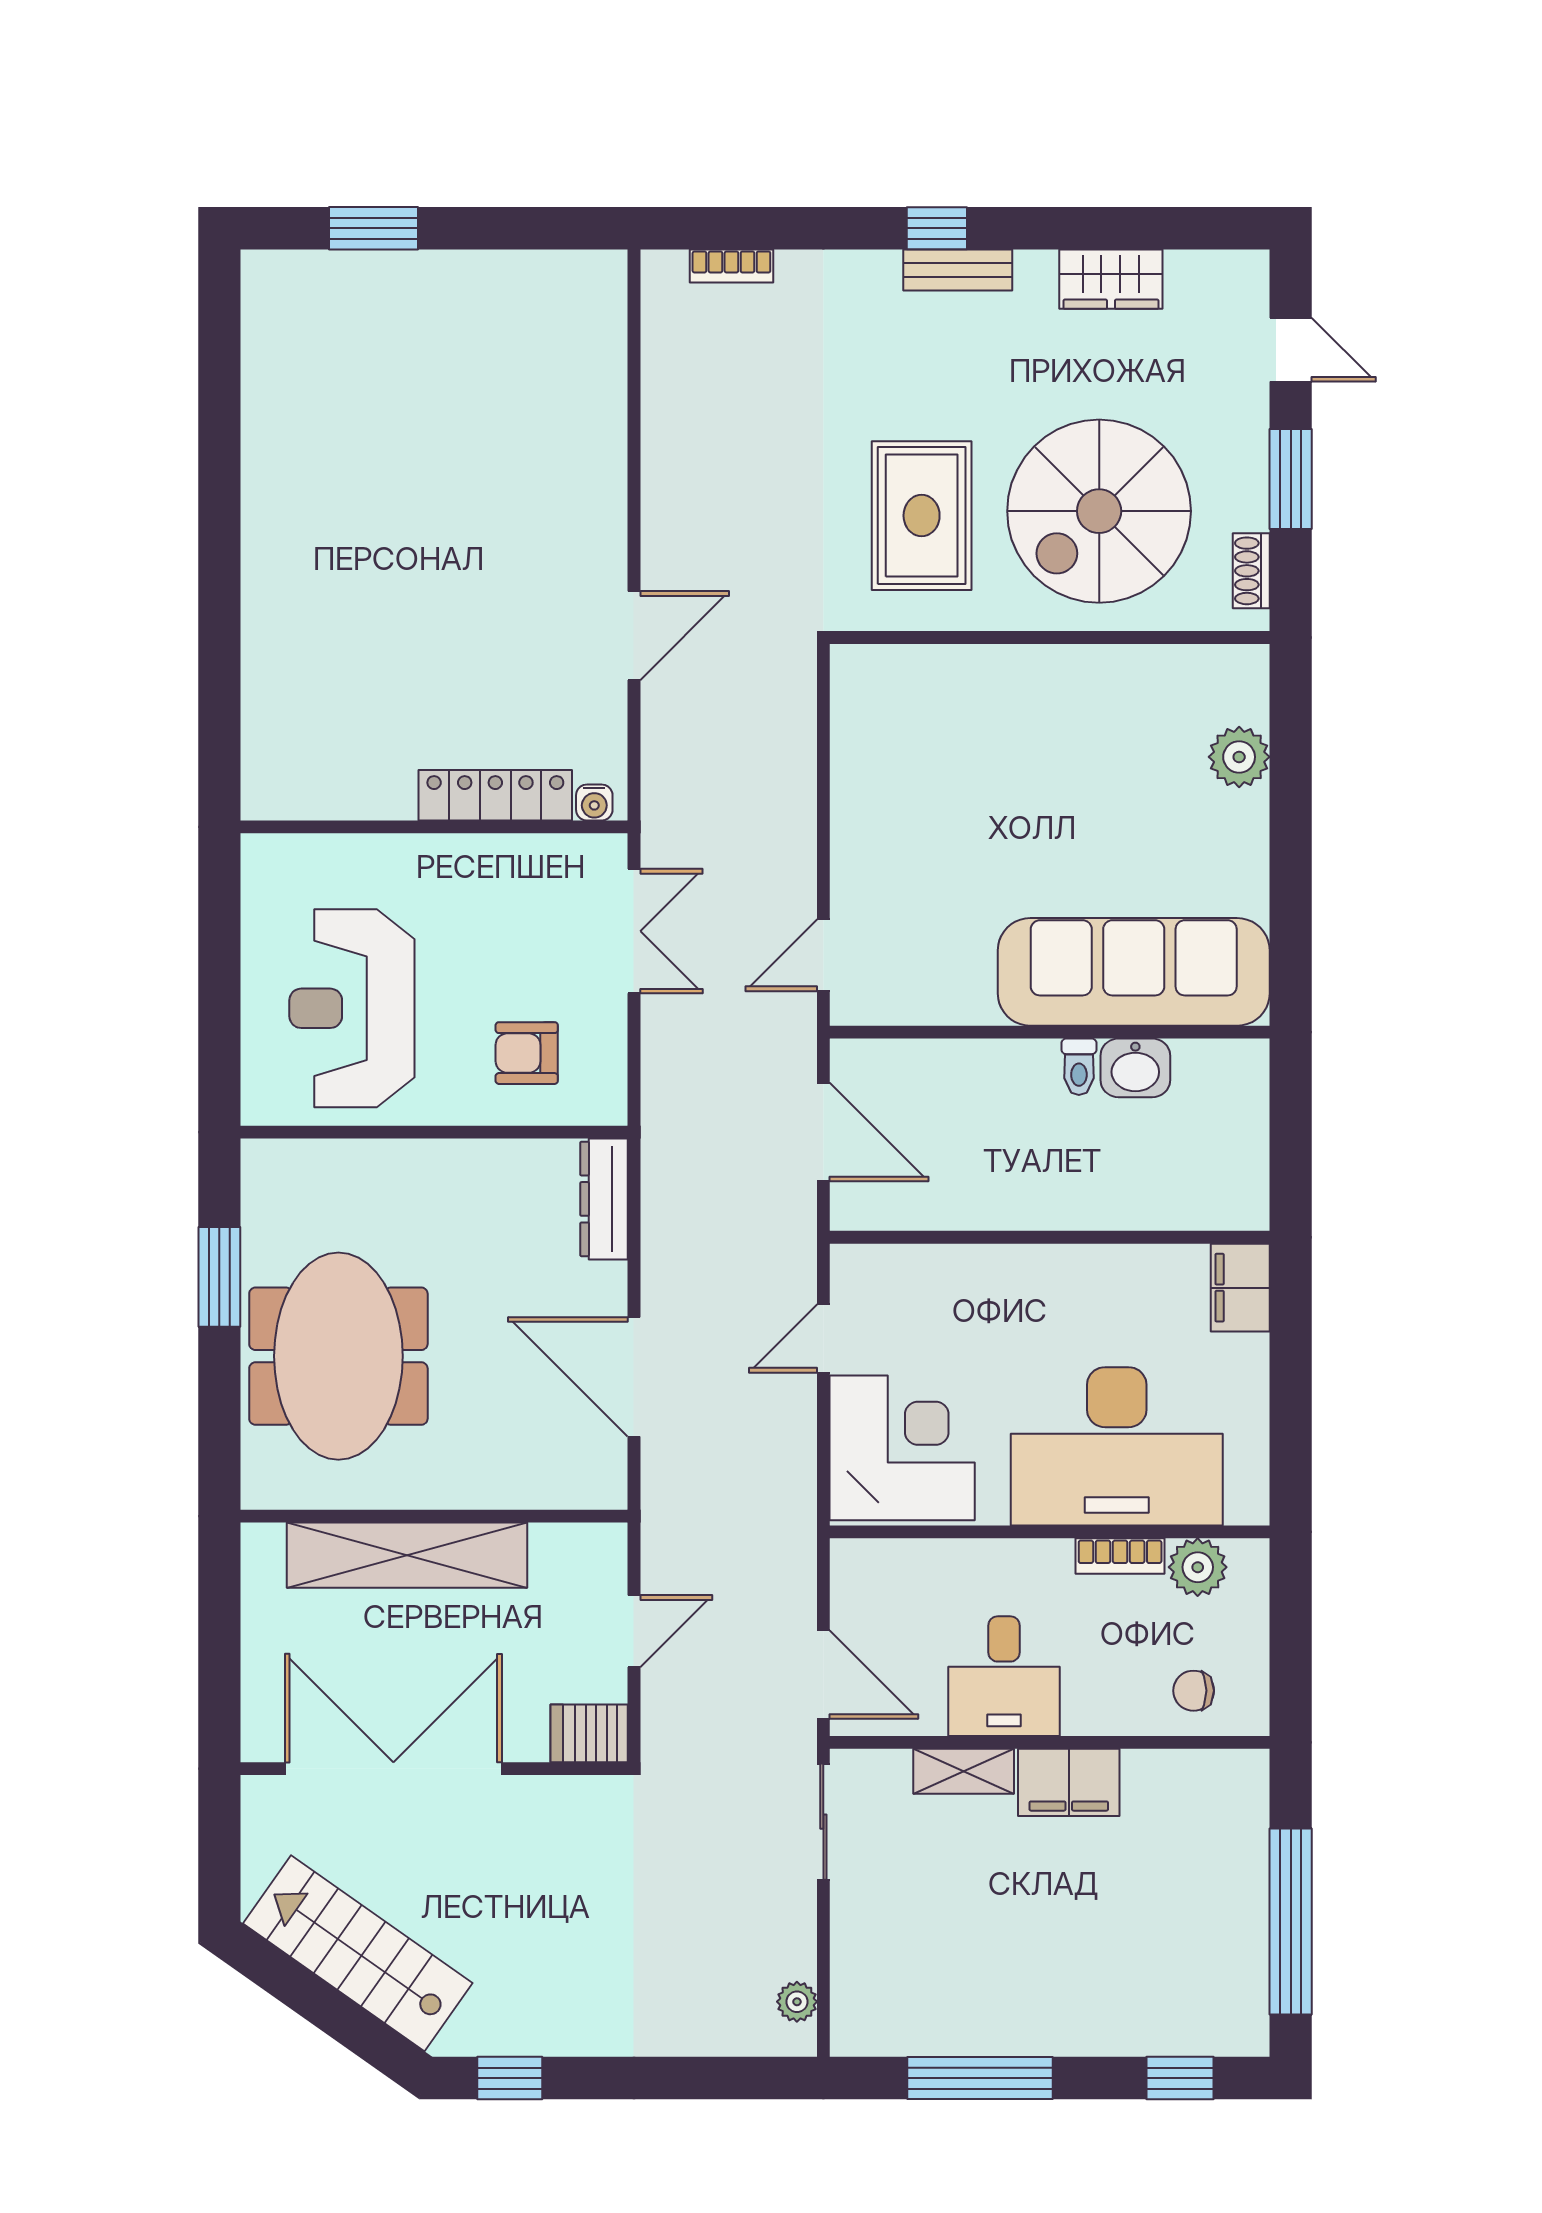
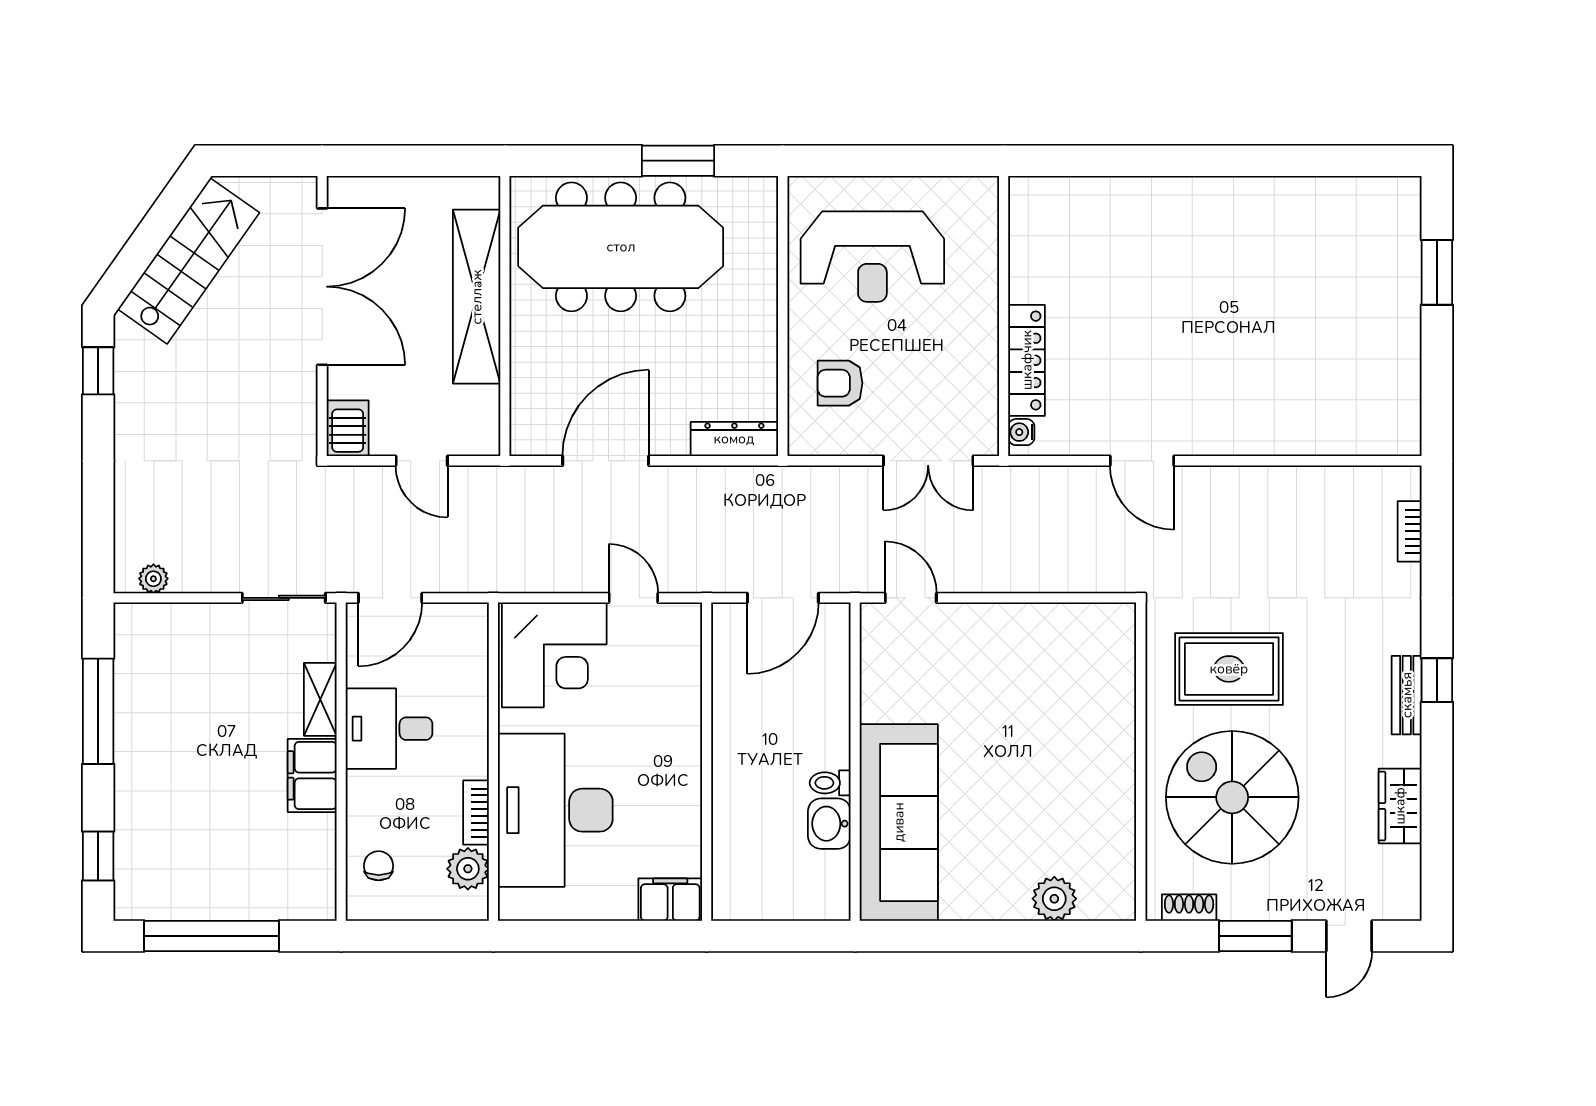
reception desk: (352, 1008) -> (872, 257), turned 180
armchair: (527, 1053) -> (840, 383), turned -90
meeting table: (338, 1356) -> (621, 247), width x1.36

